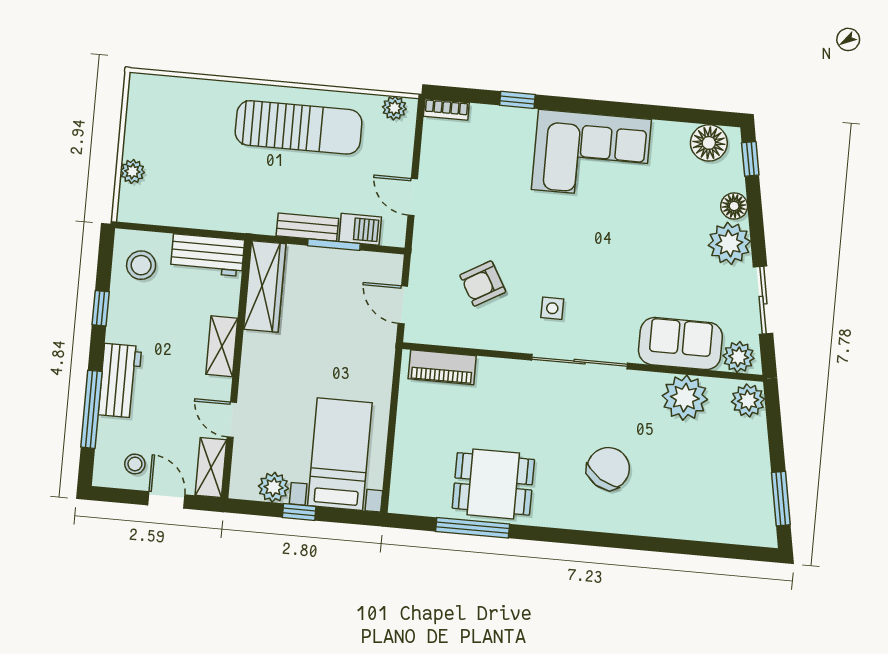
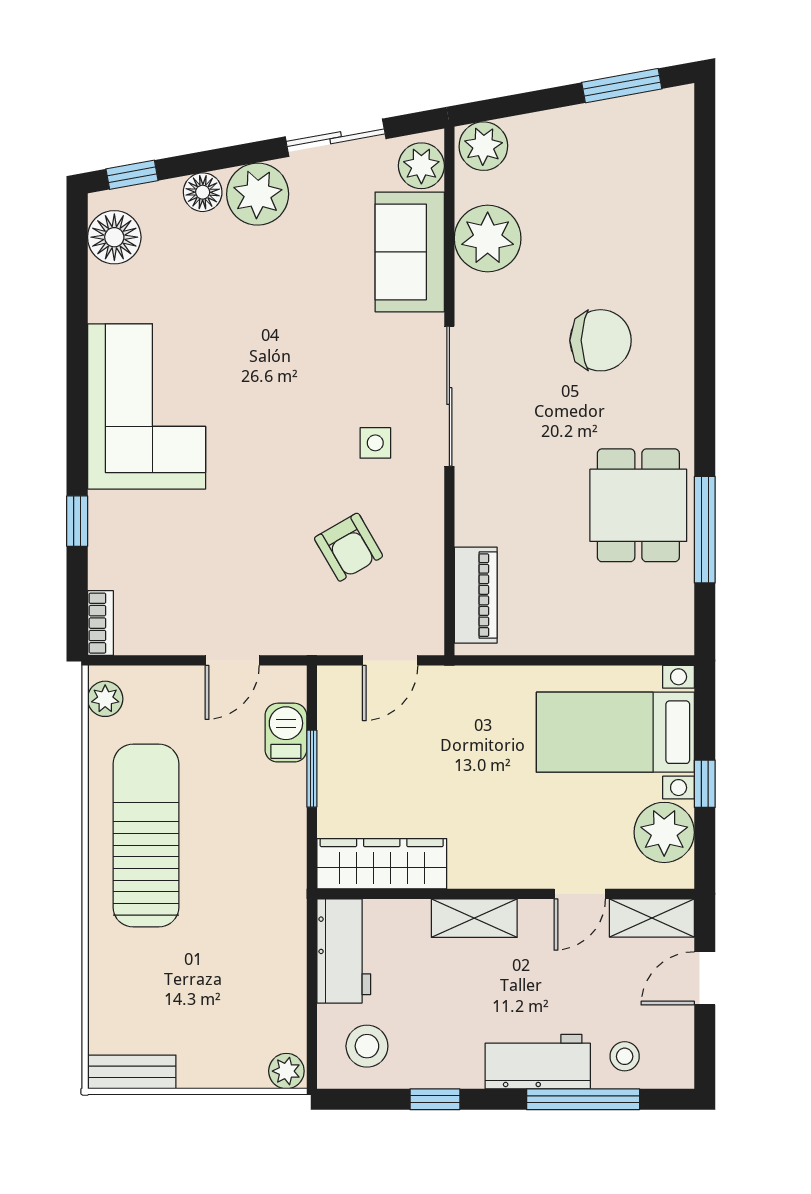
plant: (132, 171) -> (286, 1071), moved
bench: (307, 227) -> (132, 1072), moved, turned 90
stool: (135, 464) -> (625, 1056), moved
chair: (608, 468) -> (601, 340), turned 148
plant: (273, 487) -> (664, 832), width x1.36, depth x1.36

